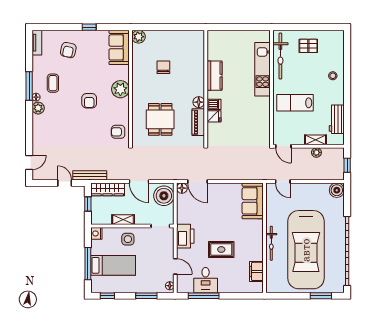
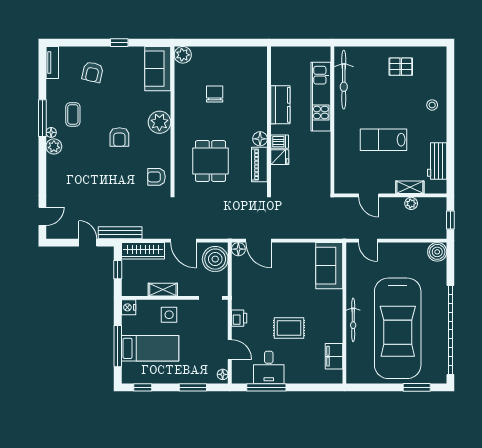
bicycle: (280, 56) -> (344, 80), moved
kitchen unit: (263, 69) -> (321, 97), moved
wall: (272, 87) -> (332, 120), moved
printer: (185, 236) -> (239, 318), width x0.53, depth x0.68

